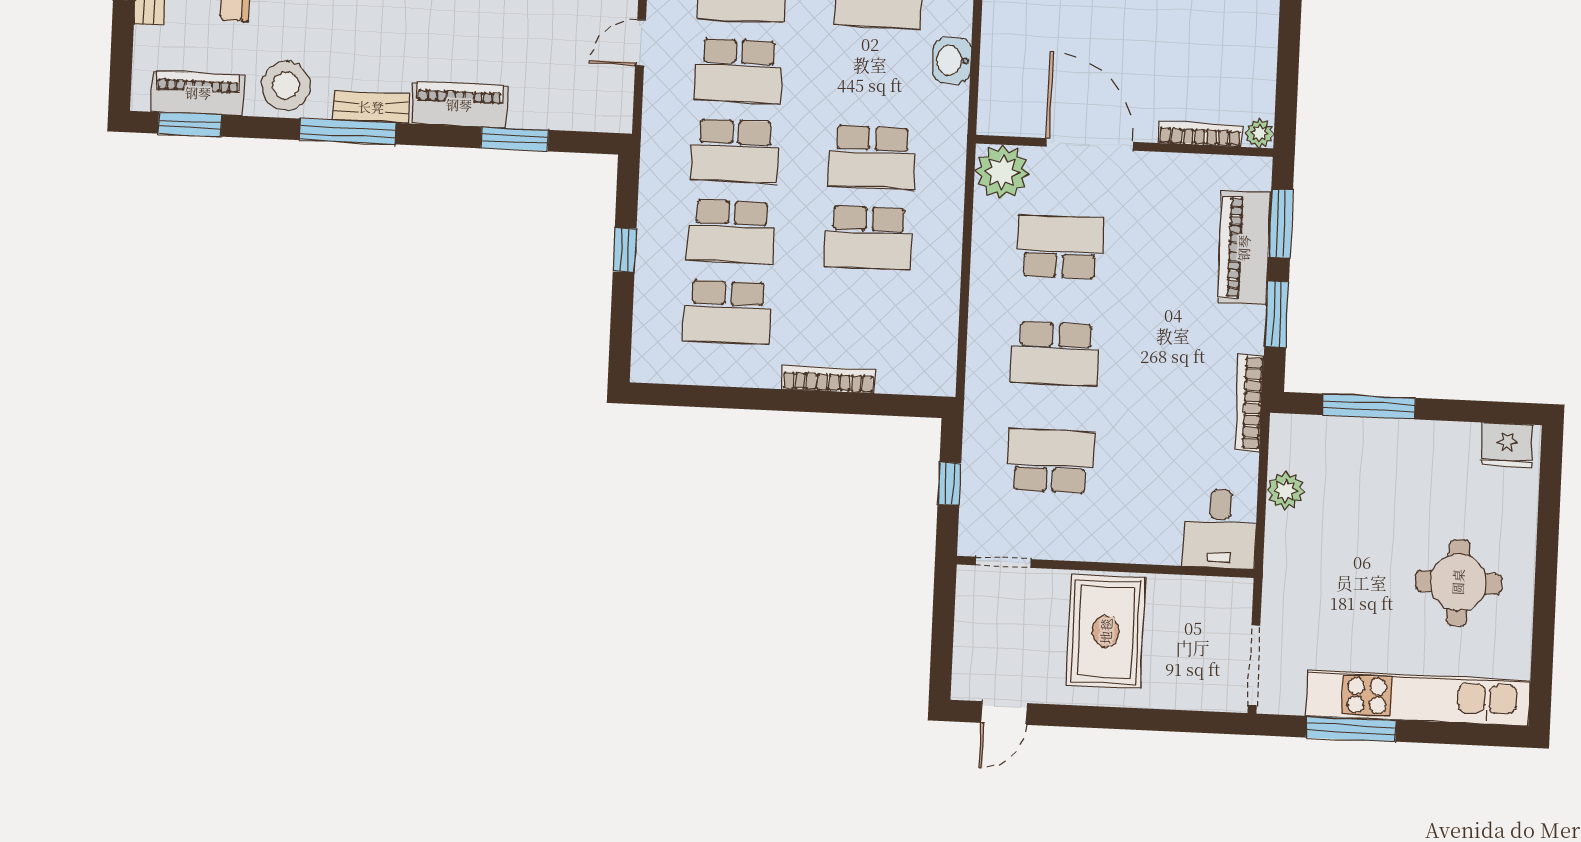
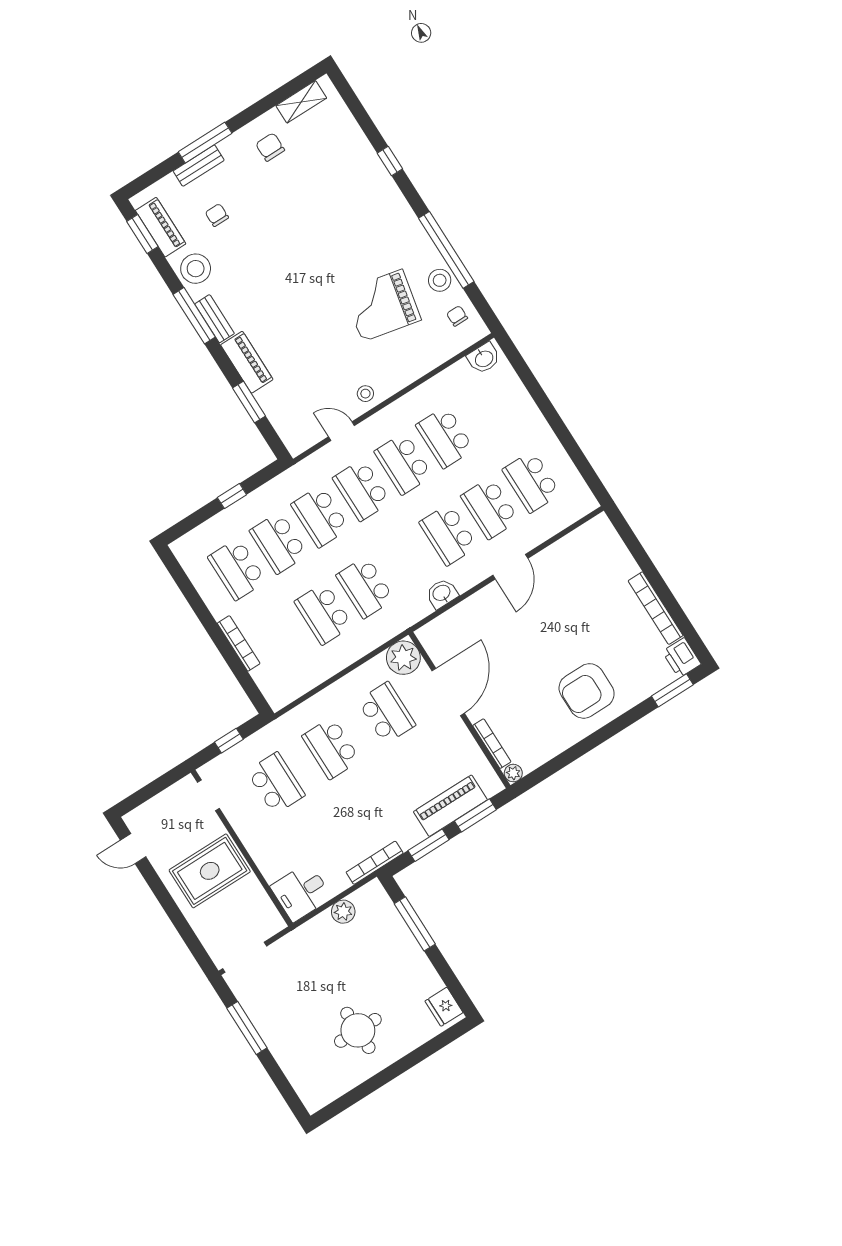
kitchen unit: (1418, 698) -> (286, 1051), removed

